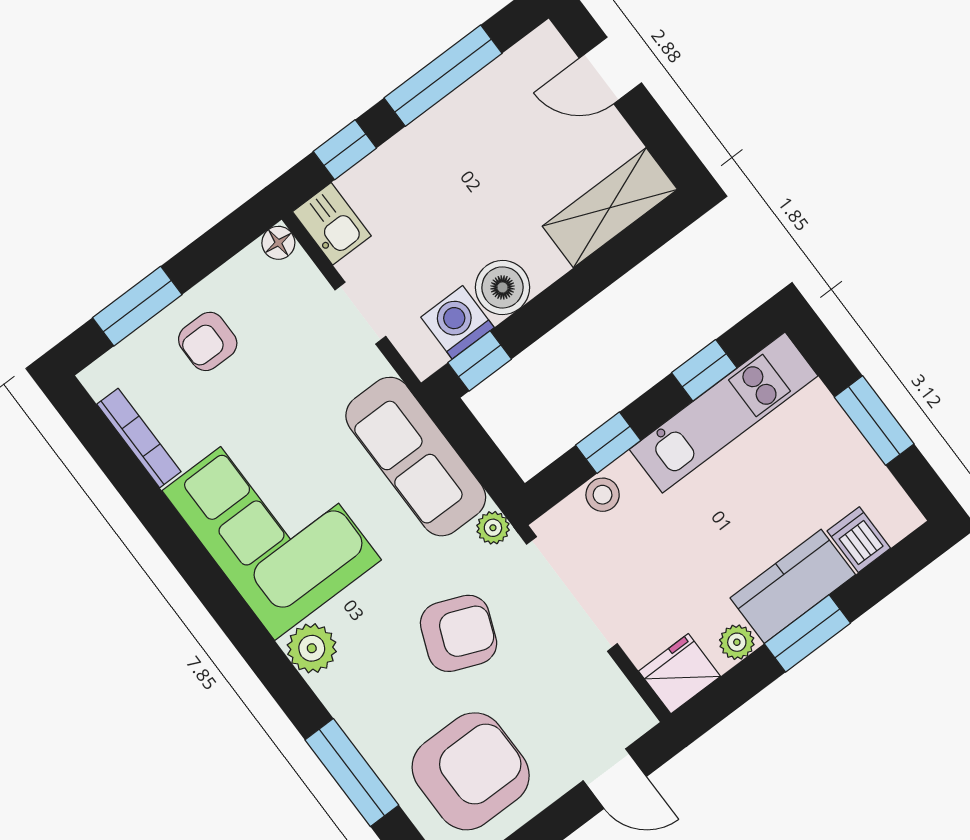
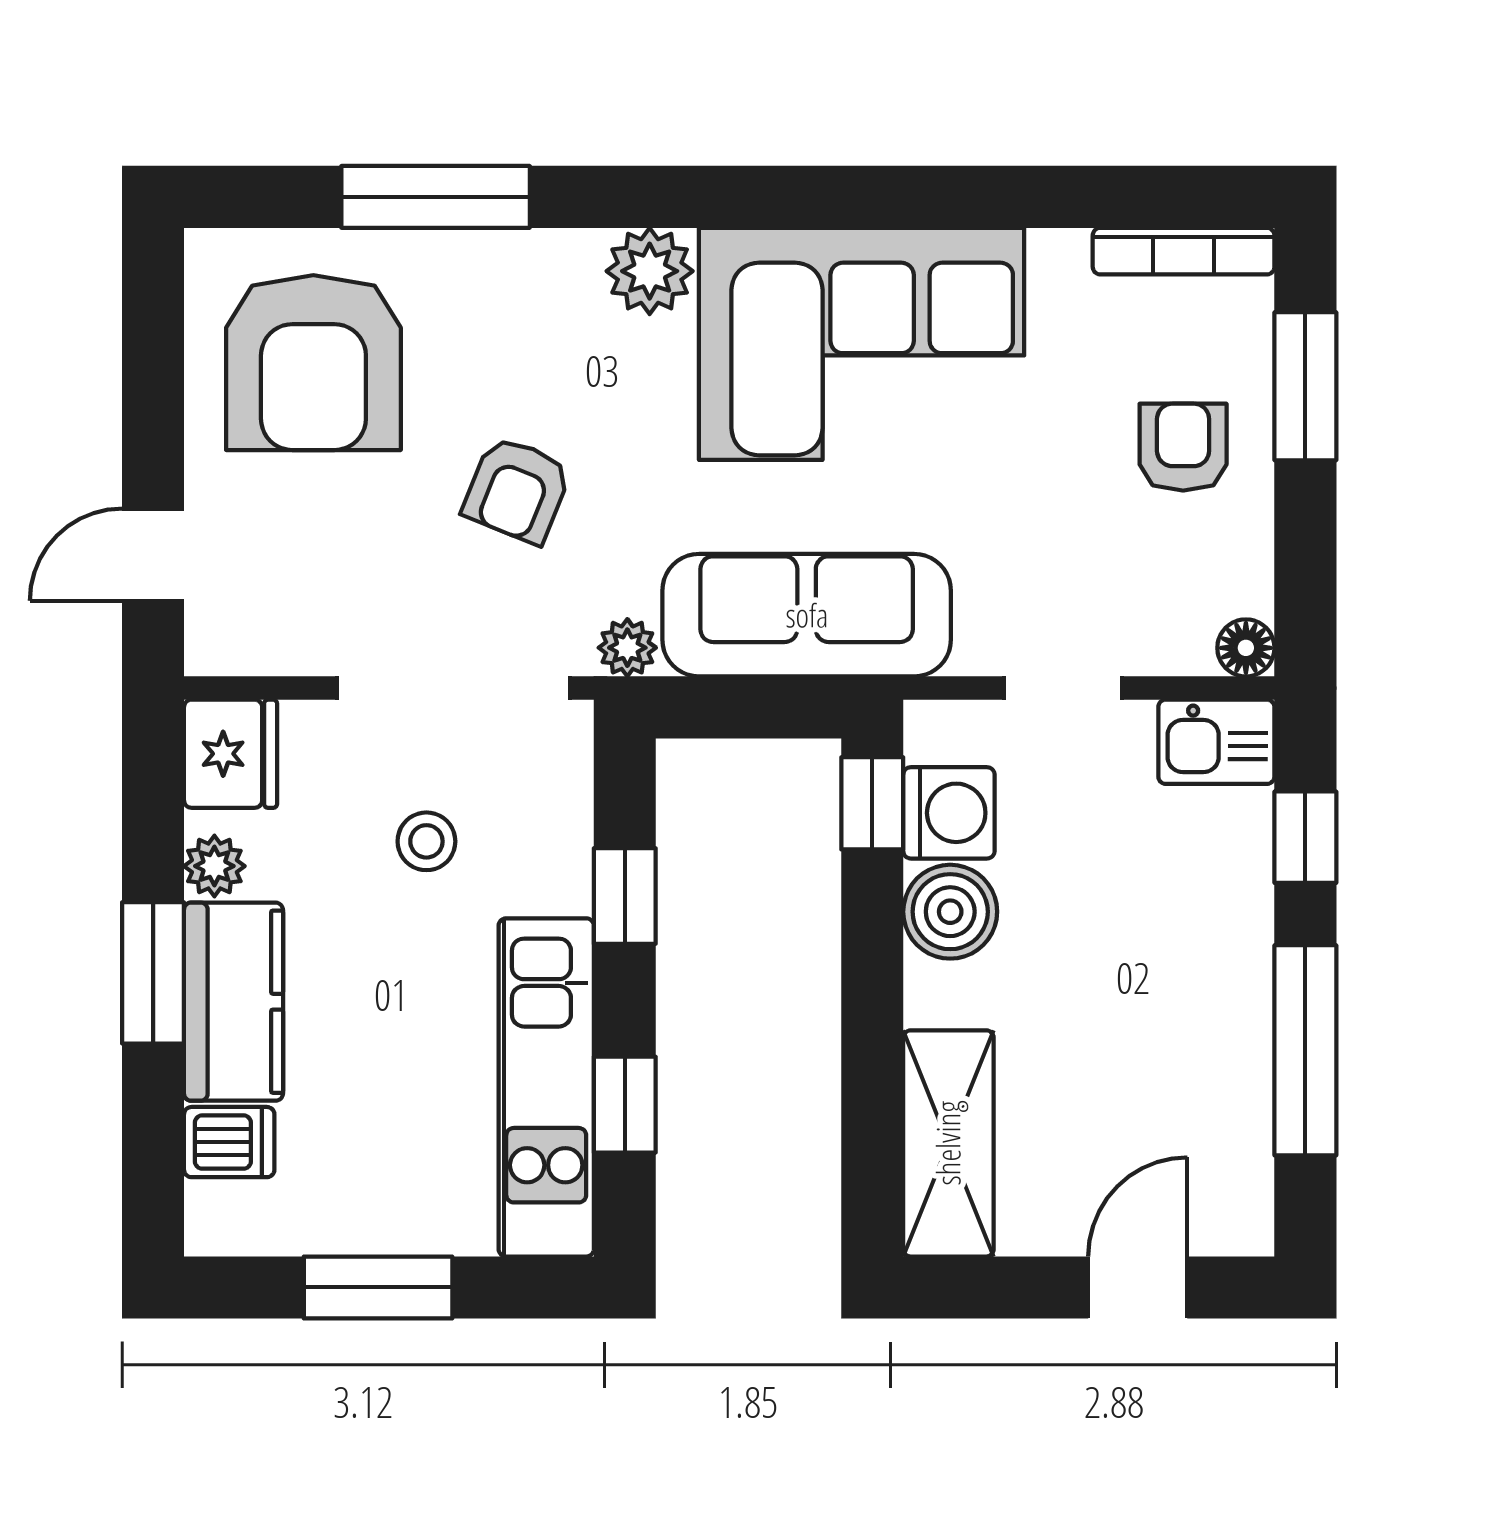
bookcase: (139, 438) -> (1184, 251), moved
stool: (603, 495) -> (426, 841), moved
armchair: (459, 633) -> (517, 490), width x0.72, depth x0.72

